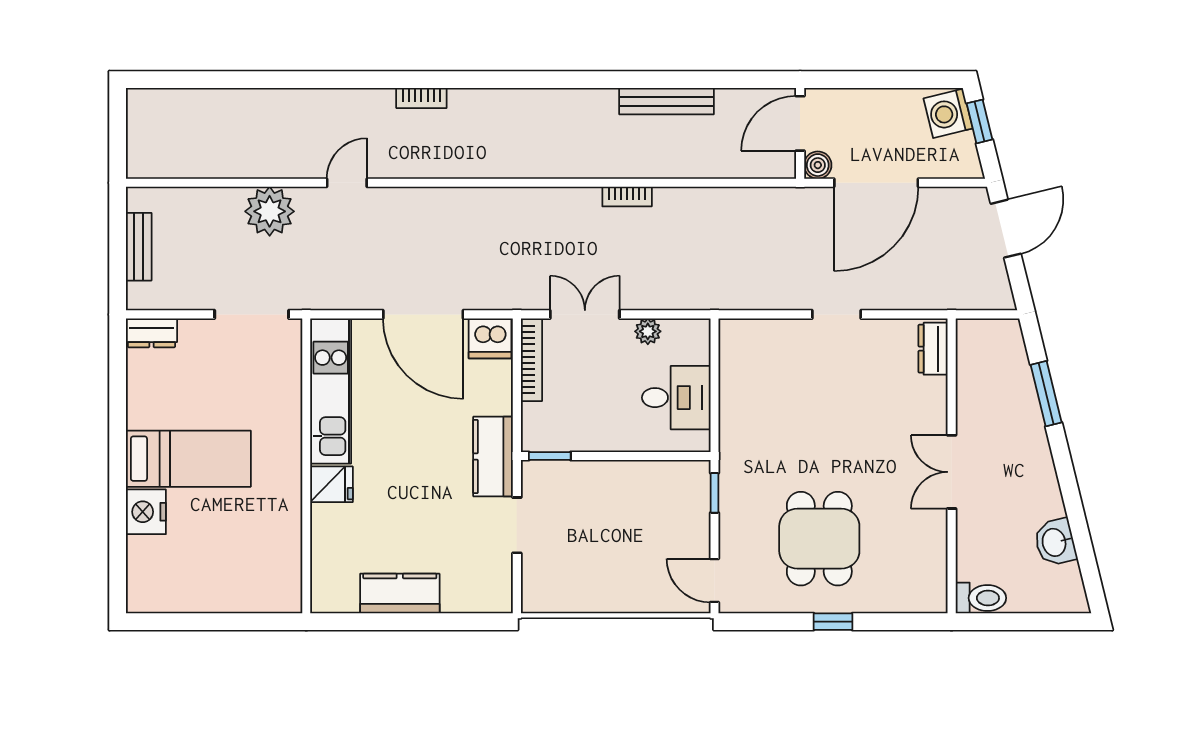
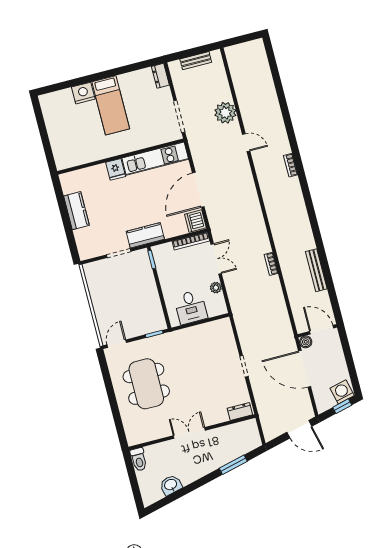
dining table: (819, 539) -> (146, 384), width x1.38
window: (833, 622) -> (112, 399), removed

